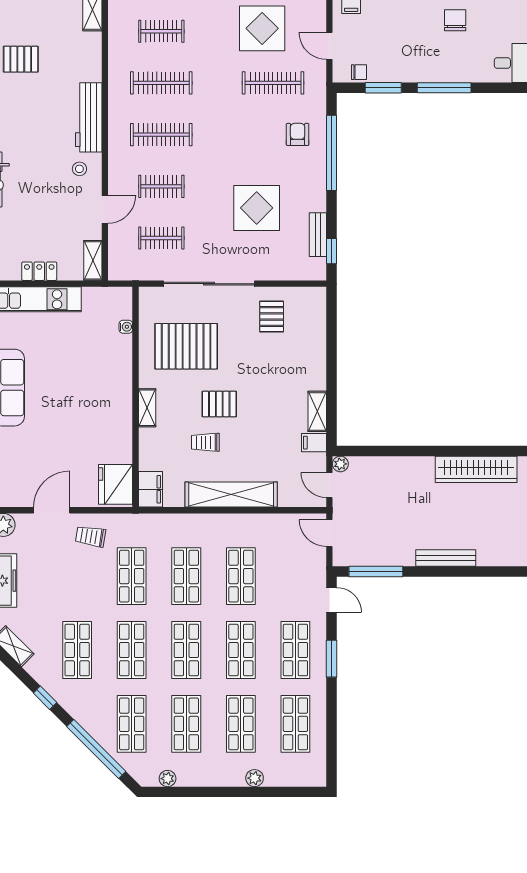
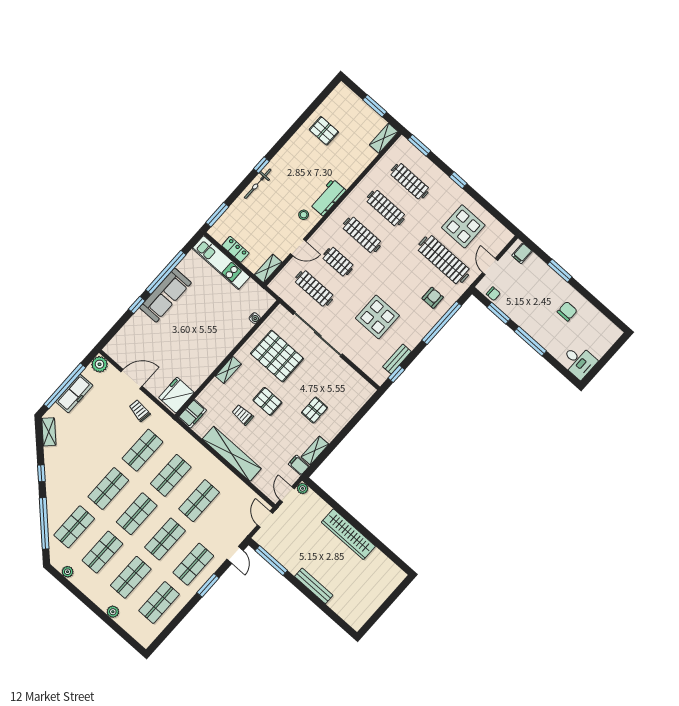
clothes rail: (161, 31) -> (410, 181), width x1.36
clothes rail: (273, 83) -> (444, 260), width x1.37, depth x1.31
workbench: (89, 117) -> (328, 197), width x0.73
clothes rail: (161, 238) -> (314, 288), width x1.36
pallet: (272, 317) -> (314, 410), moved
wardrobe: (476, 469) -> (348, 534), moved
shop shelf: (77, 650) -> (80, 463), removed

